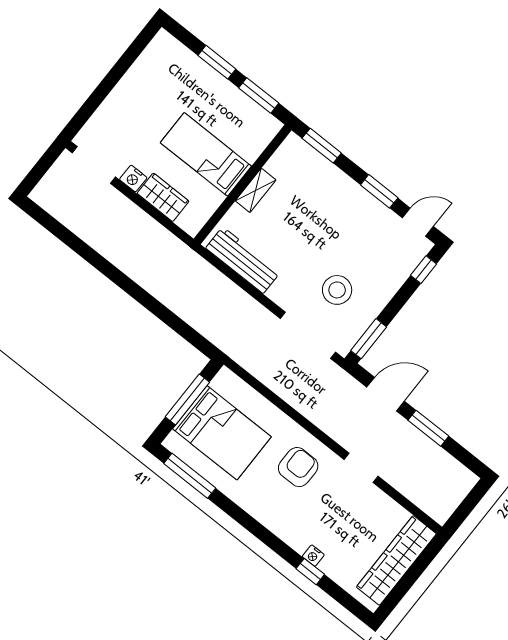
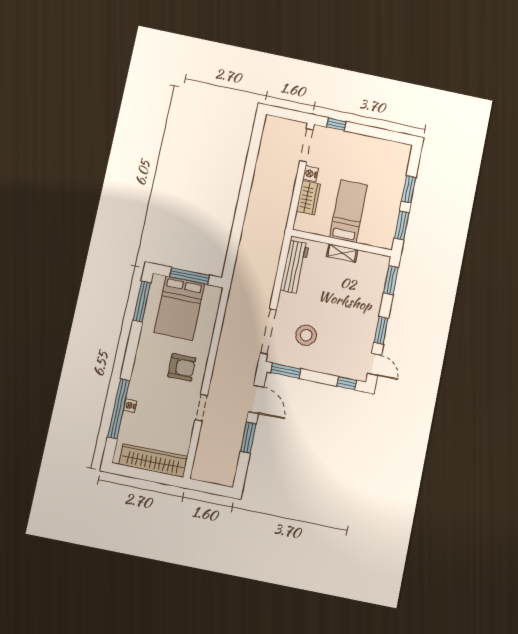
window: (85, 112) -> (336, 124), added
window: (310, 572) -> (119, 409), width x3.17

